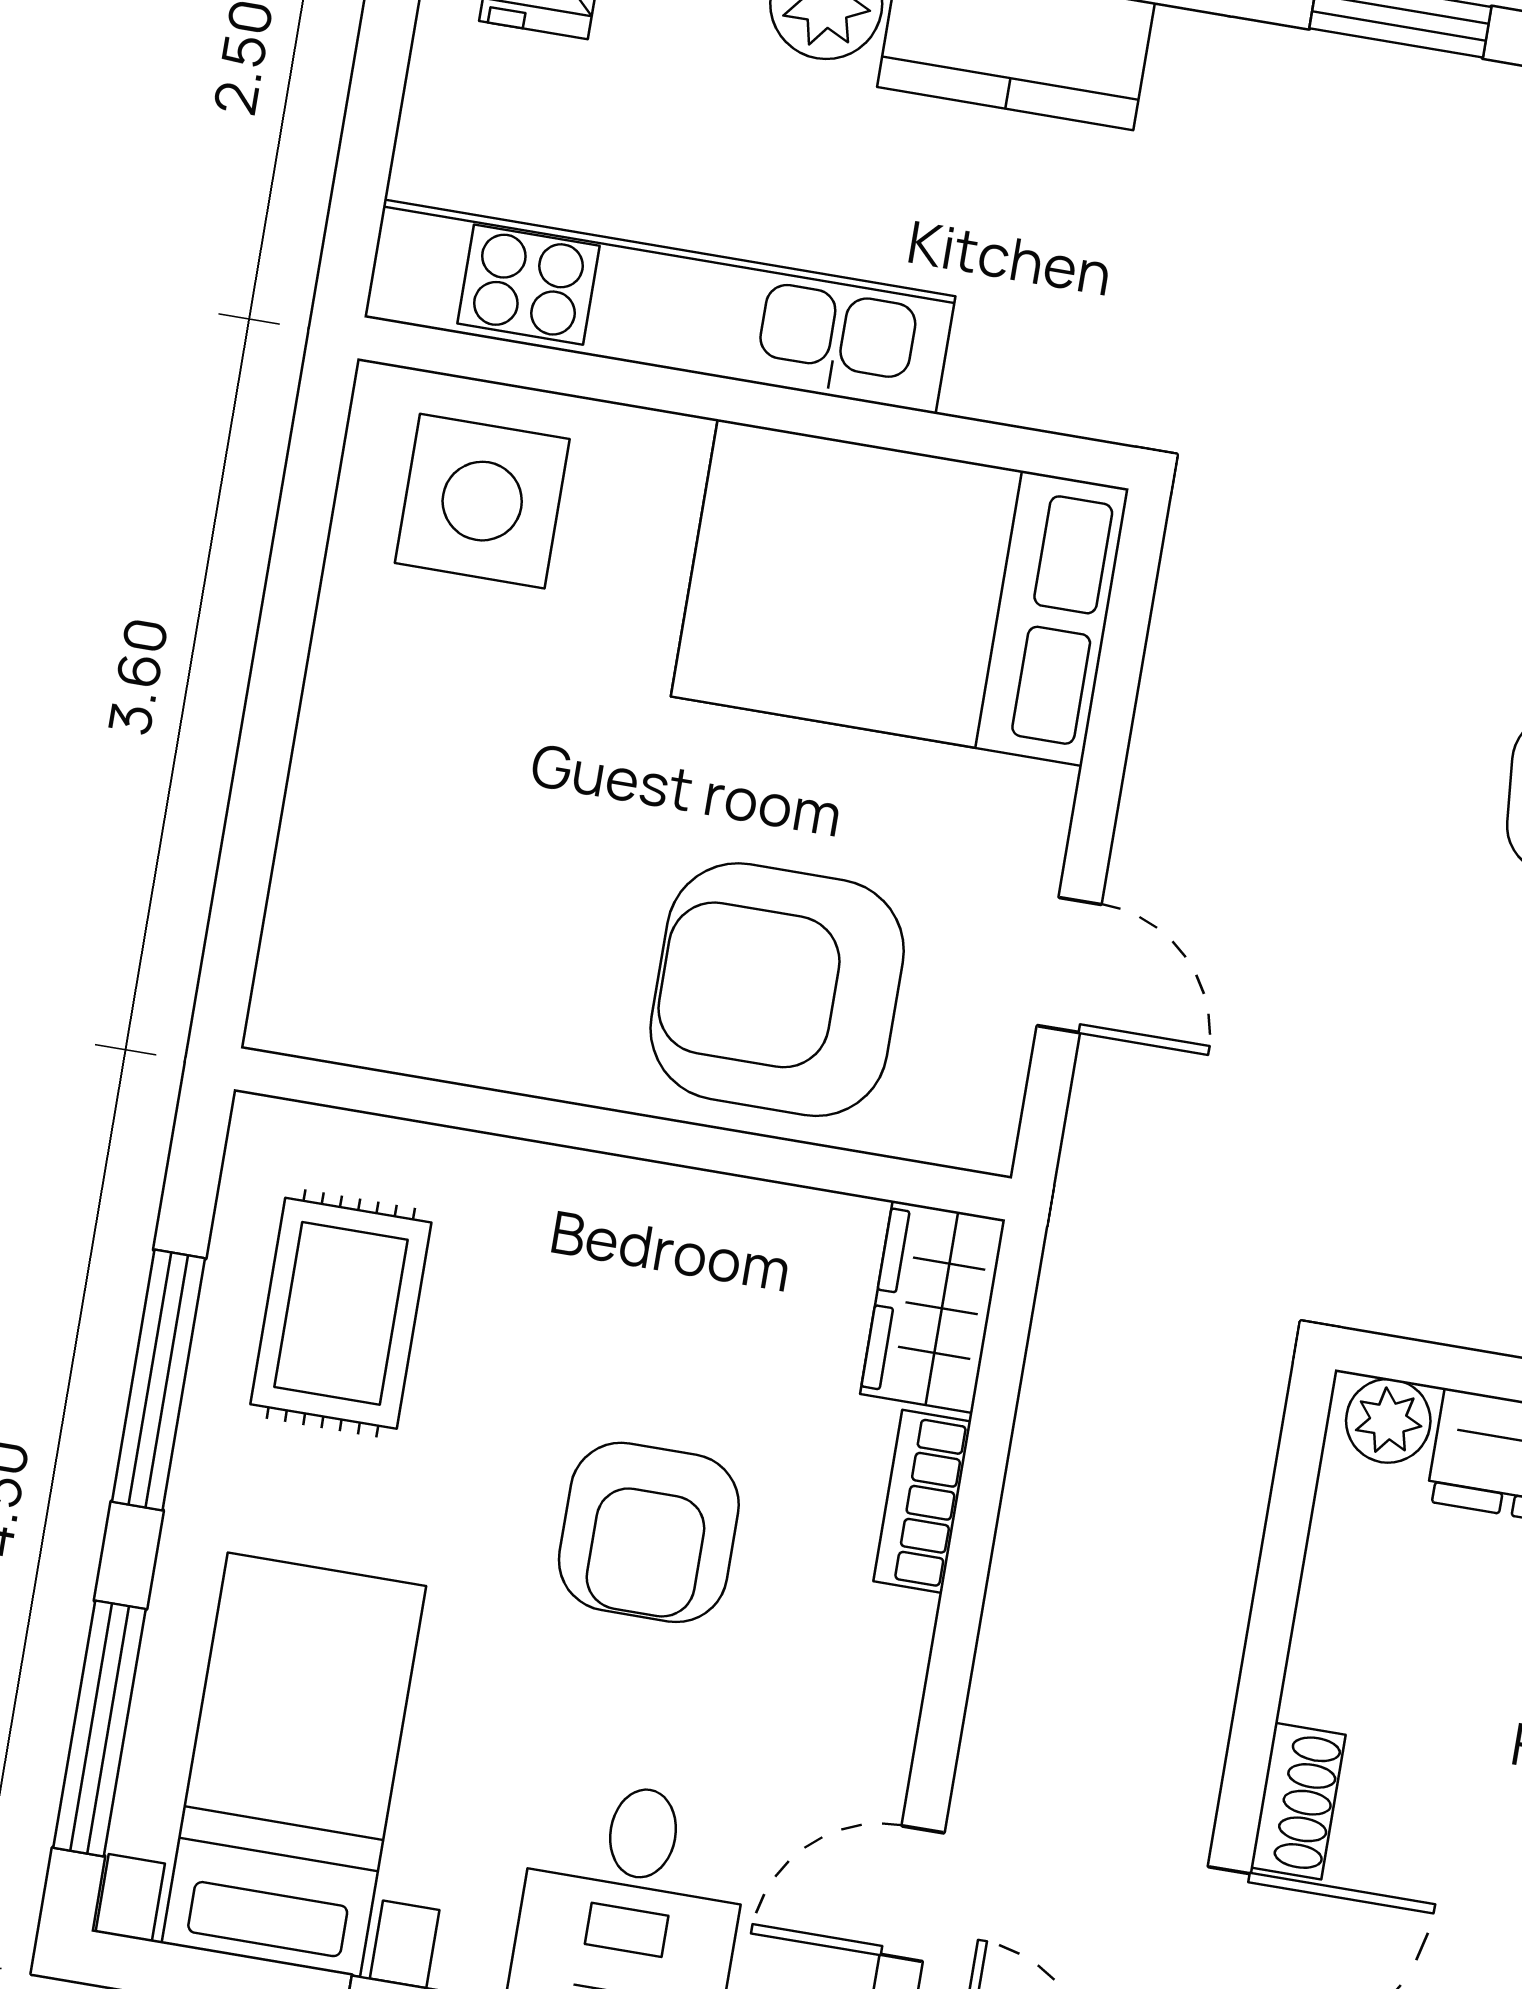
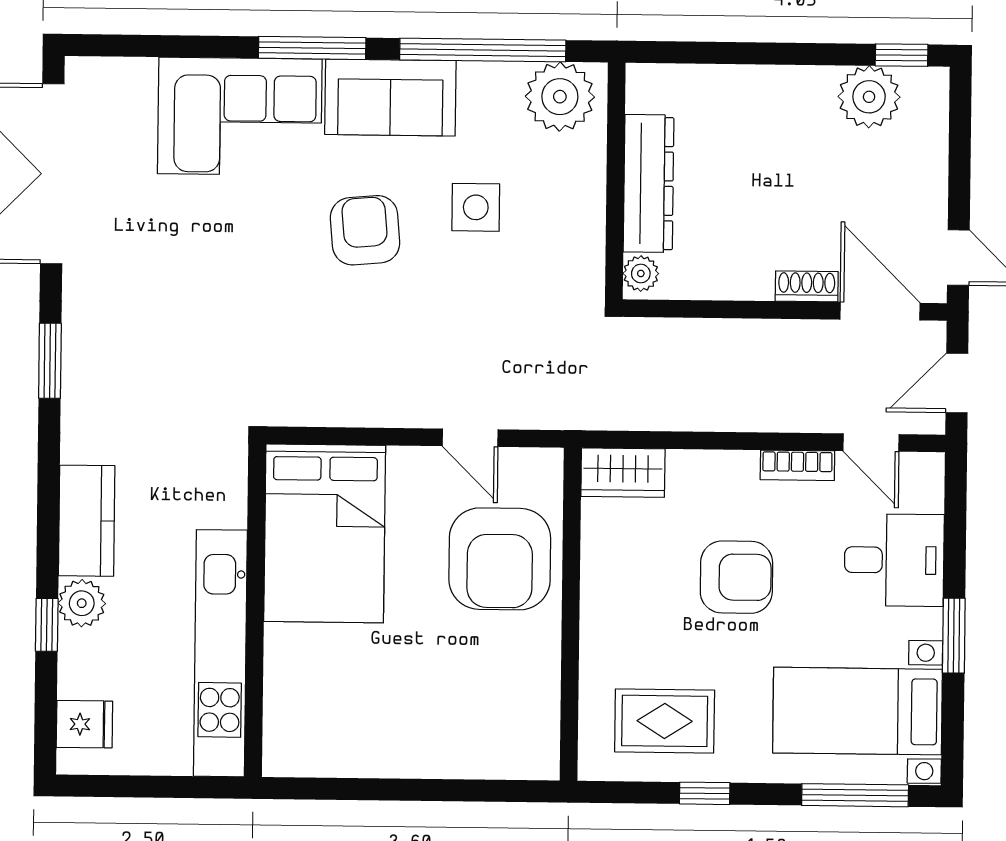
side table: (482, 501) -> (314, 715), removed
door: (1069, 965) -> (470, 438), swing flipped
window: (158, 1380) -> (705, 793), width x0.46
bookcase: (922, 1501) -> (797, 465), moved

